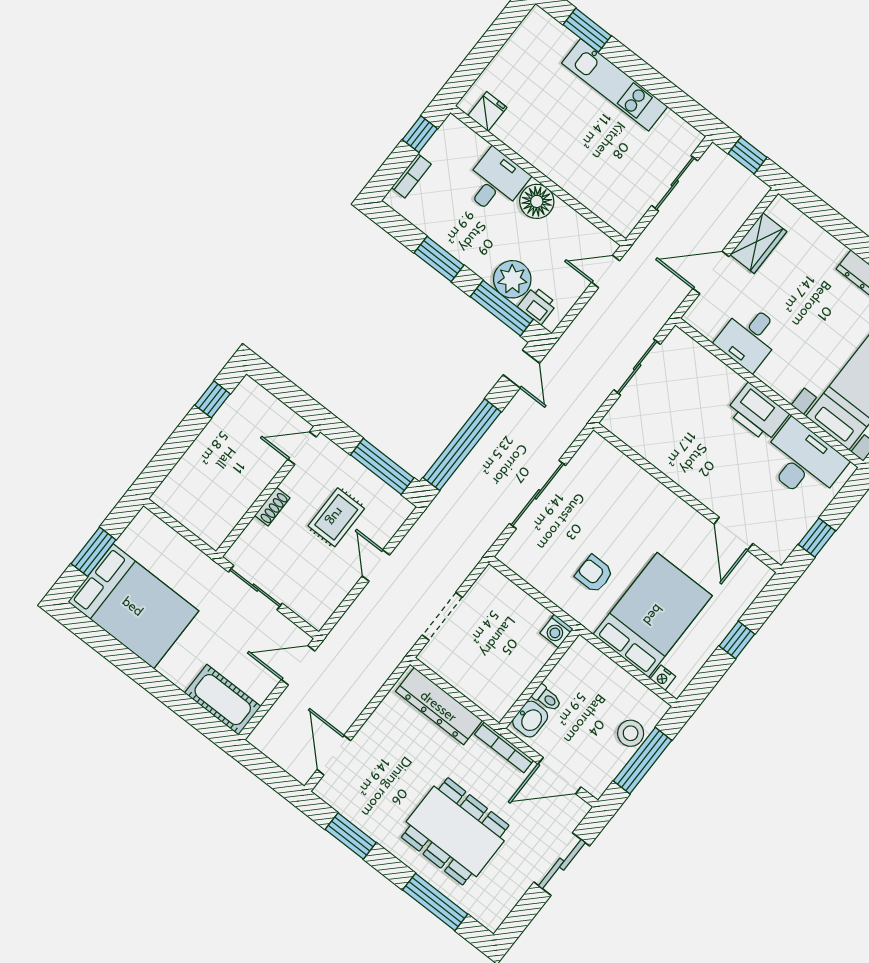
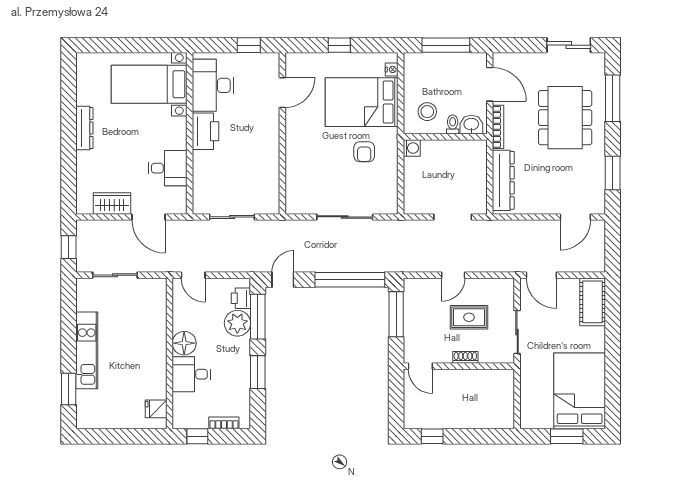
rug: (336, 517) -> (469, 317), moved
stool: (631, 733) -> (427, 112), moved
sliding door: (562, 864) -> (569, 45), moved

